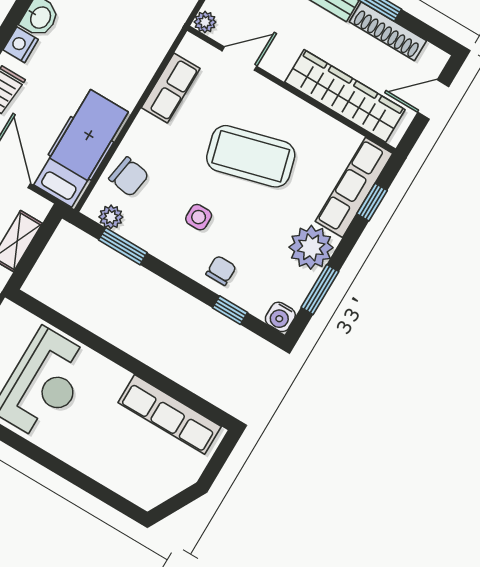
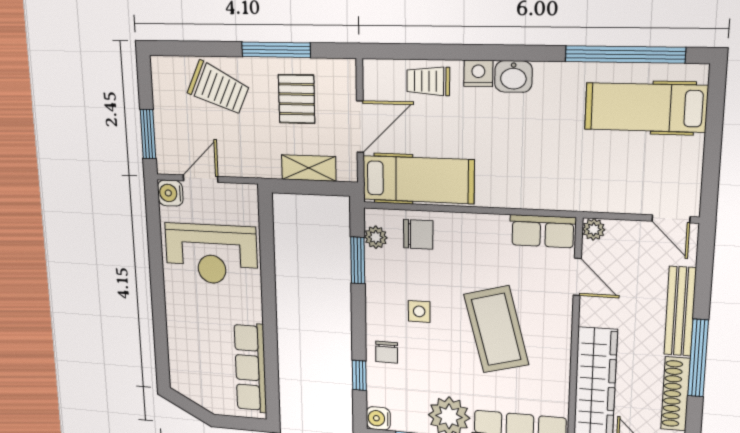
row of seats: (171, 88) -> (543, 231), moved
chair: (129, 177) -> (418, 234), turned -99
chair: (221, 271) -> (387, 352), turned 90

